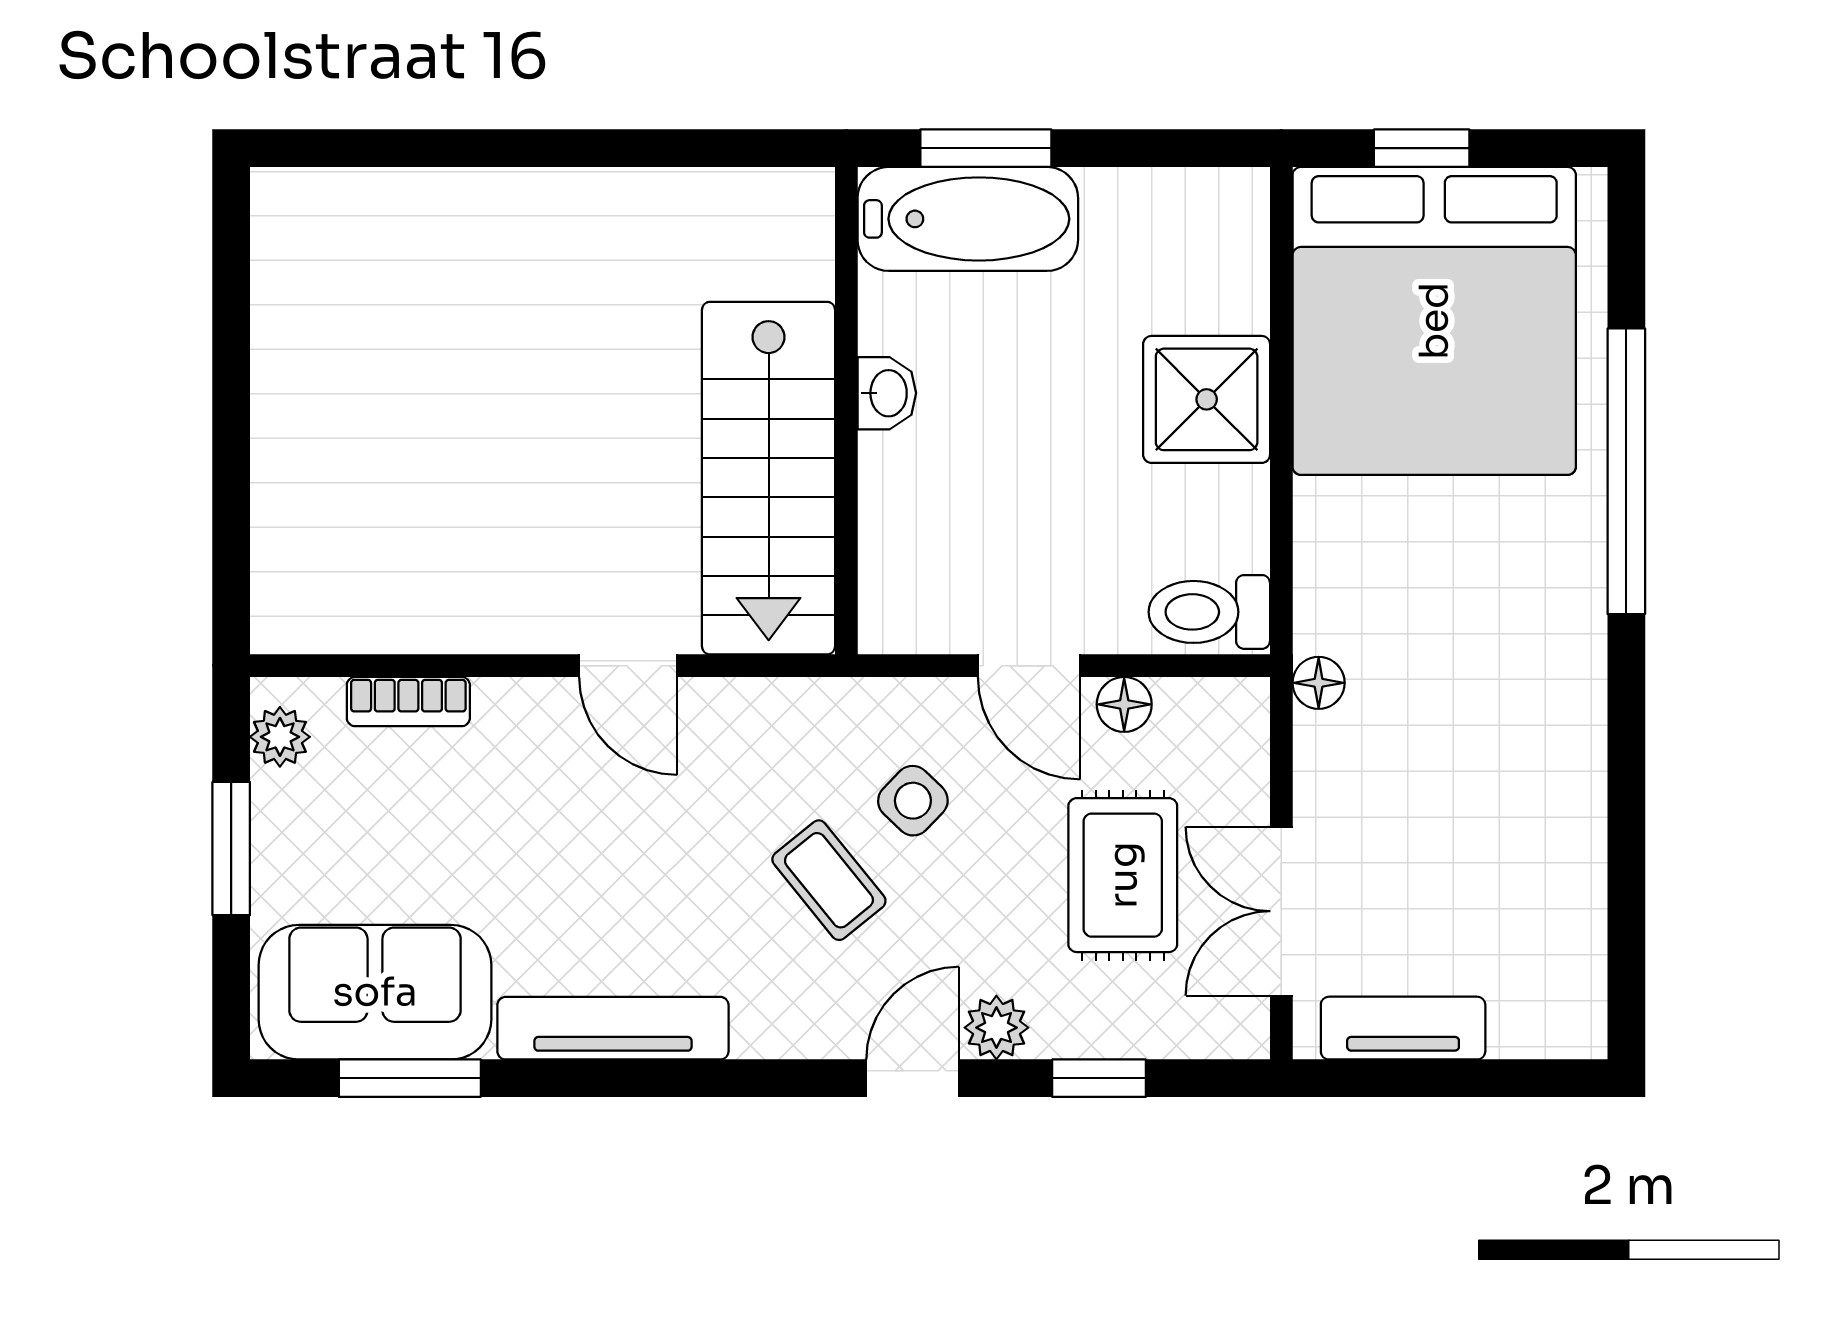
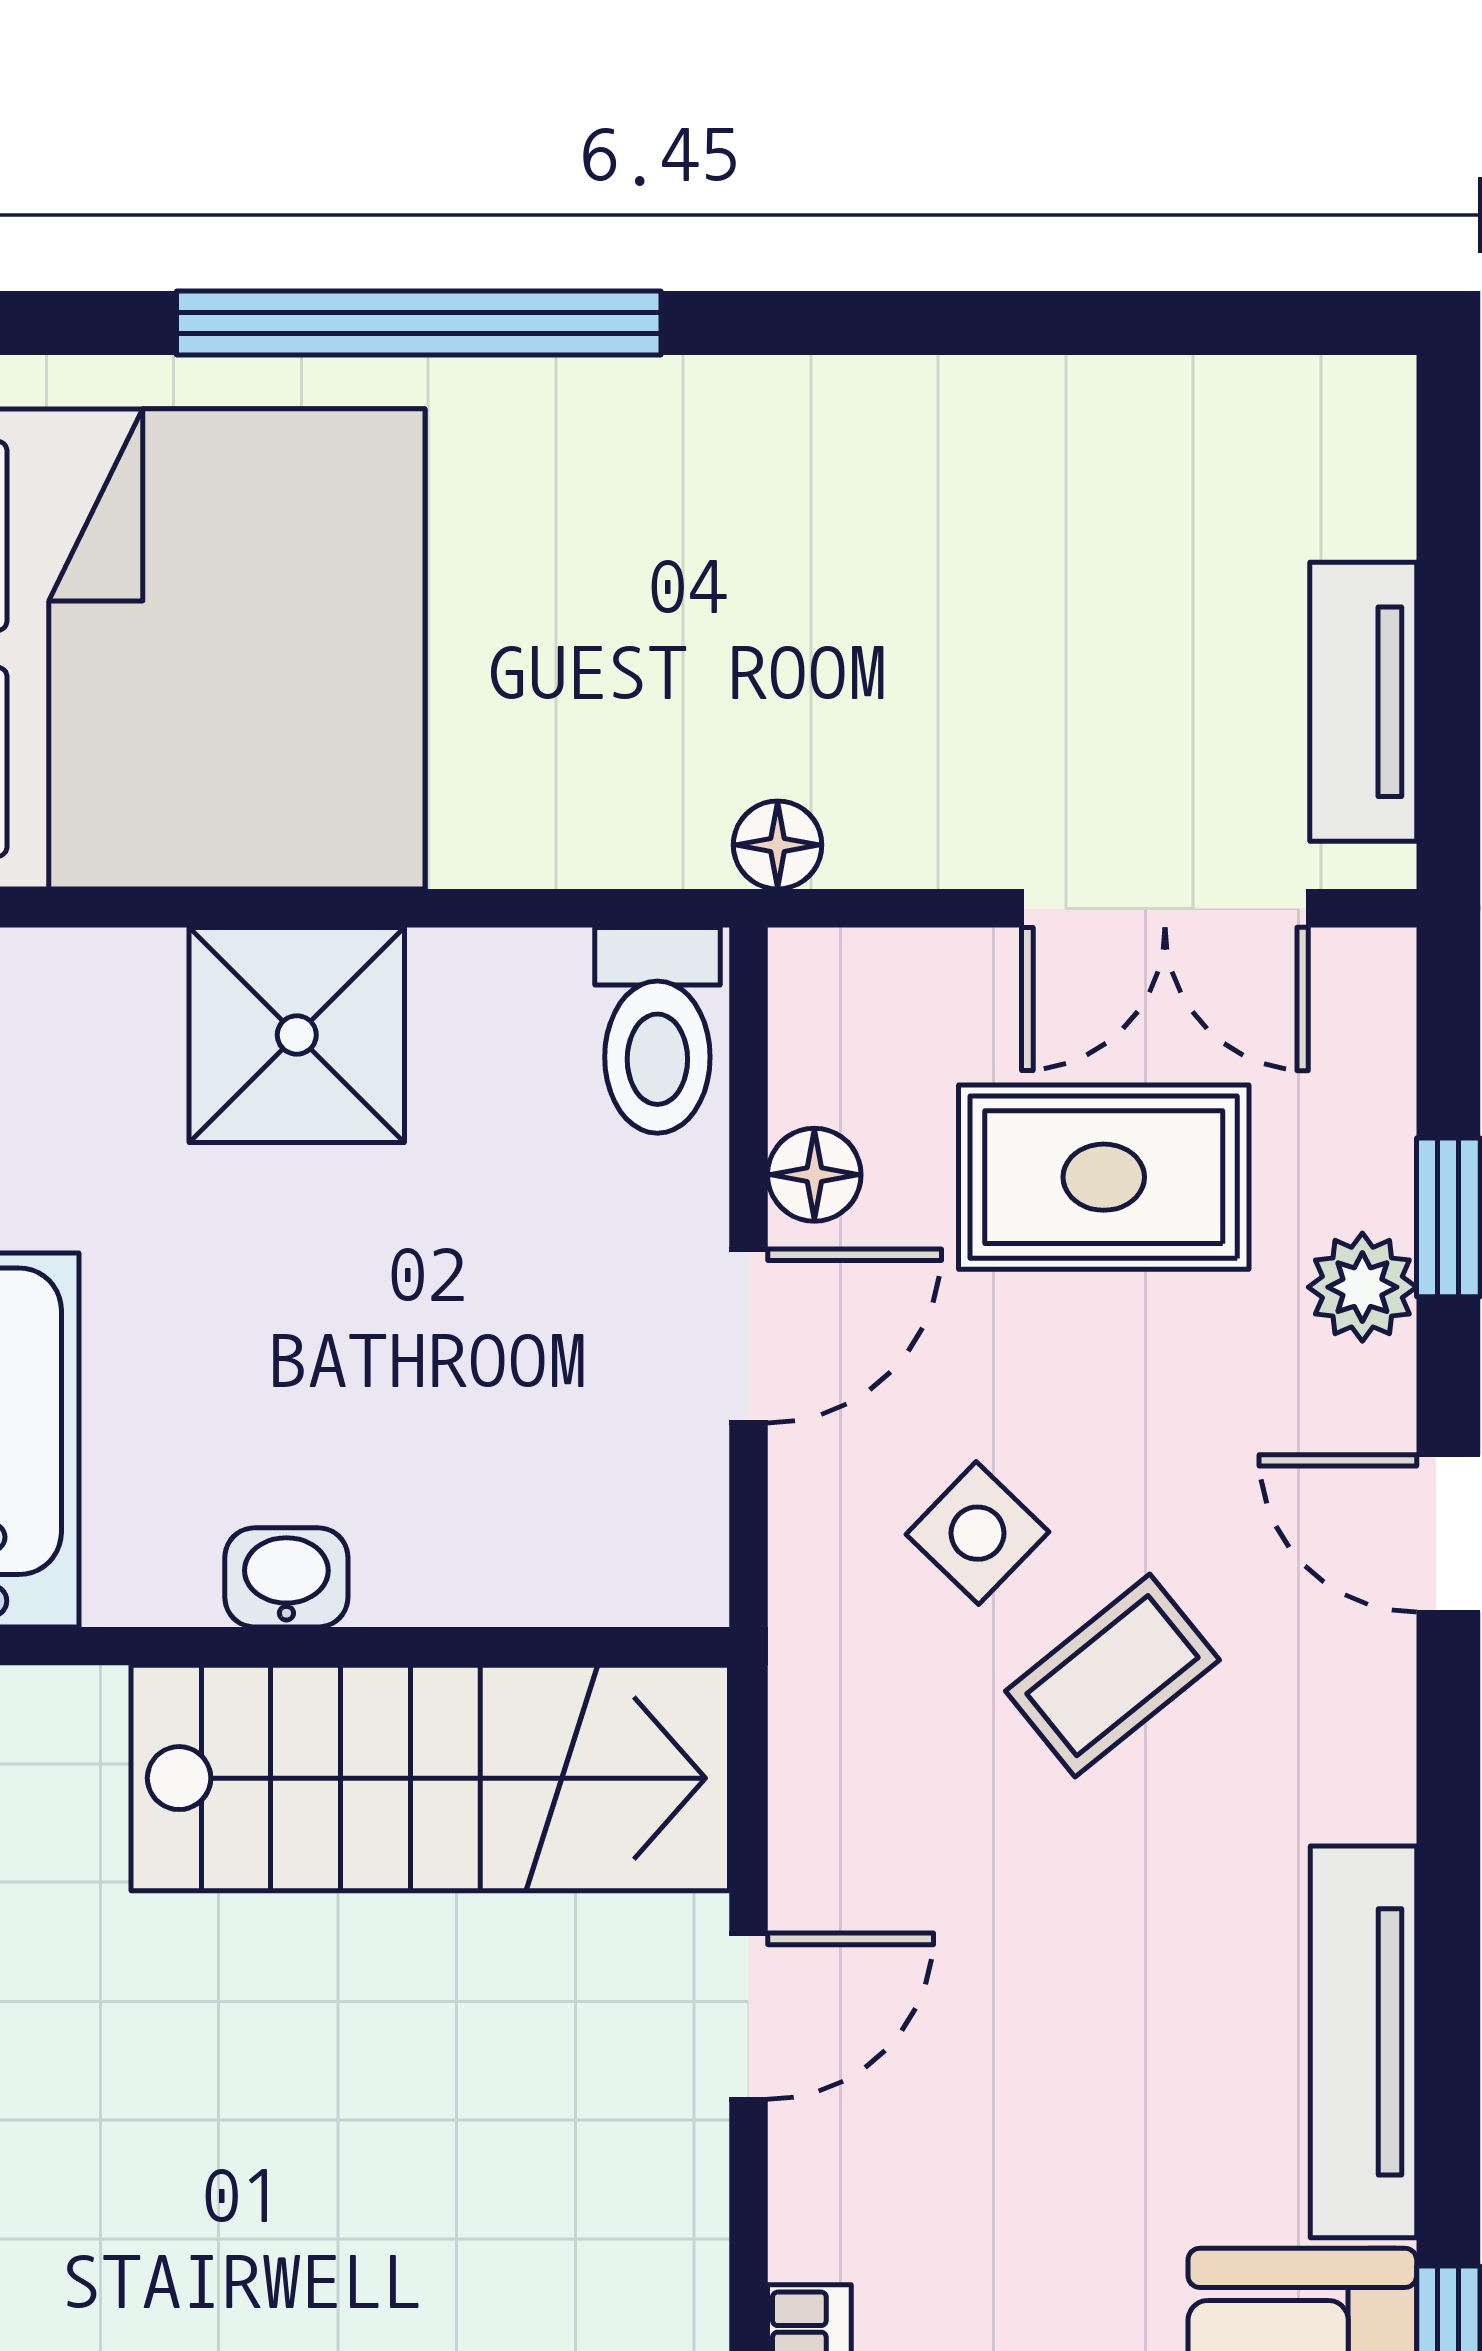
plant: (996, 1028) -> (1362, 1287), moved

